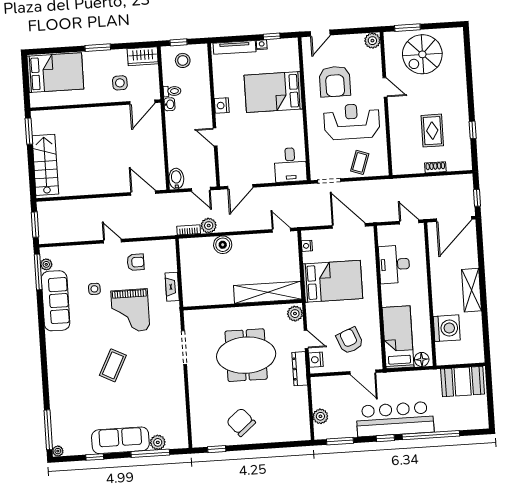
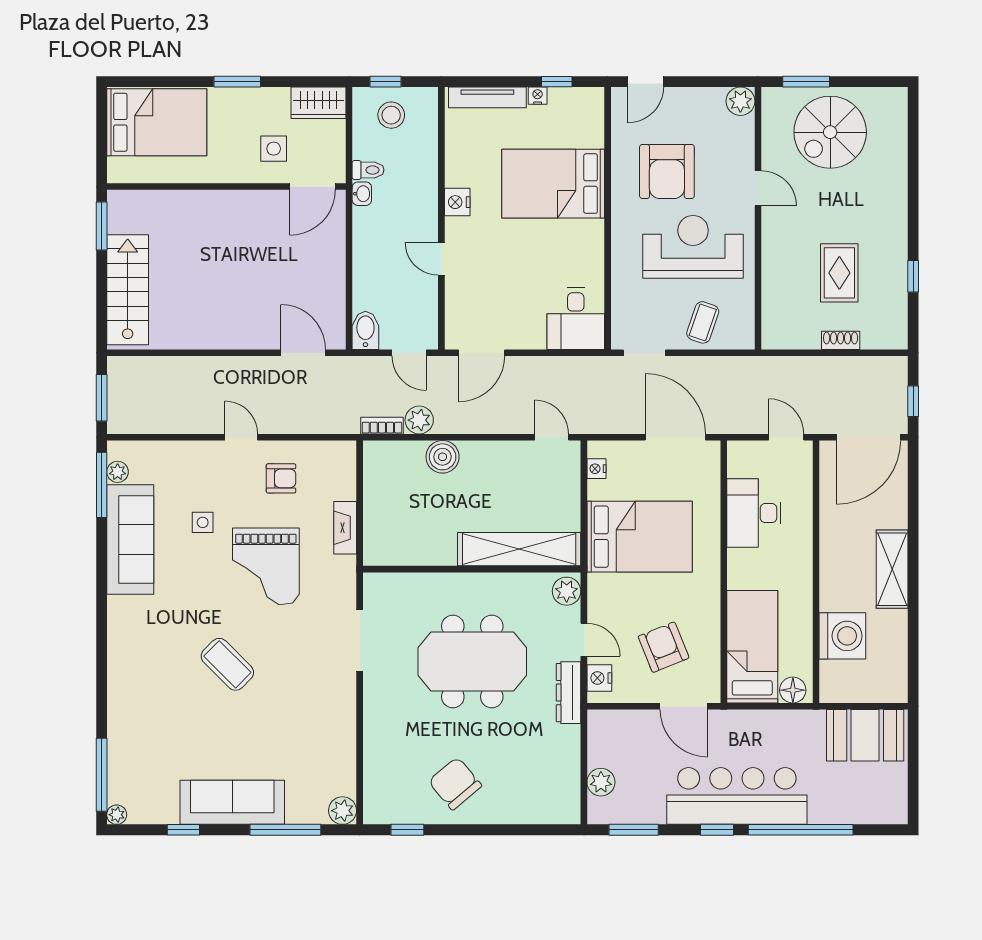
coffee table: (113, 365) -> (227, 664), turned -72
plant: (158, 442) -> (343, 811), moved

